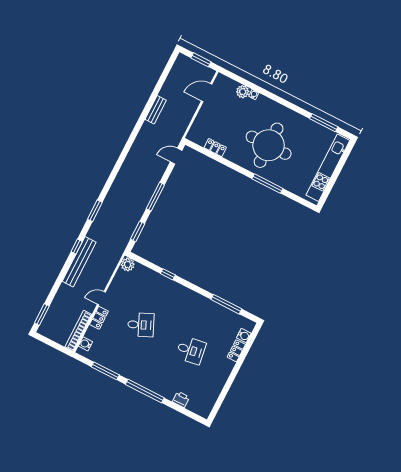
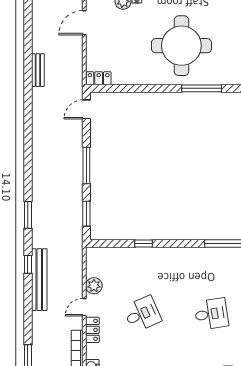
locker: (215, 148) -> (99, 78), moved
plant: (128, 264) -> (94, 286), moved

